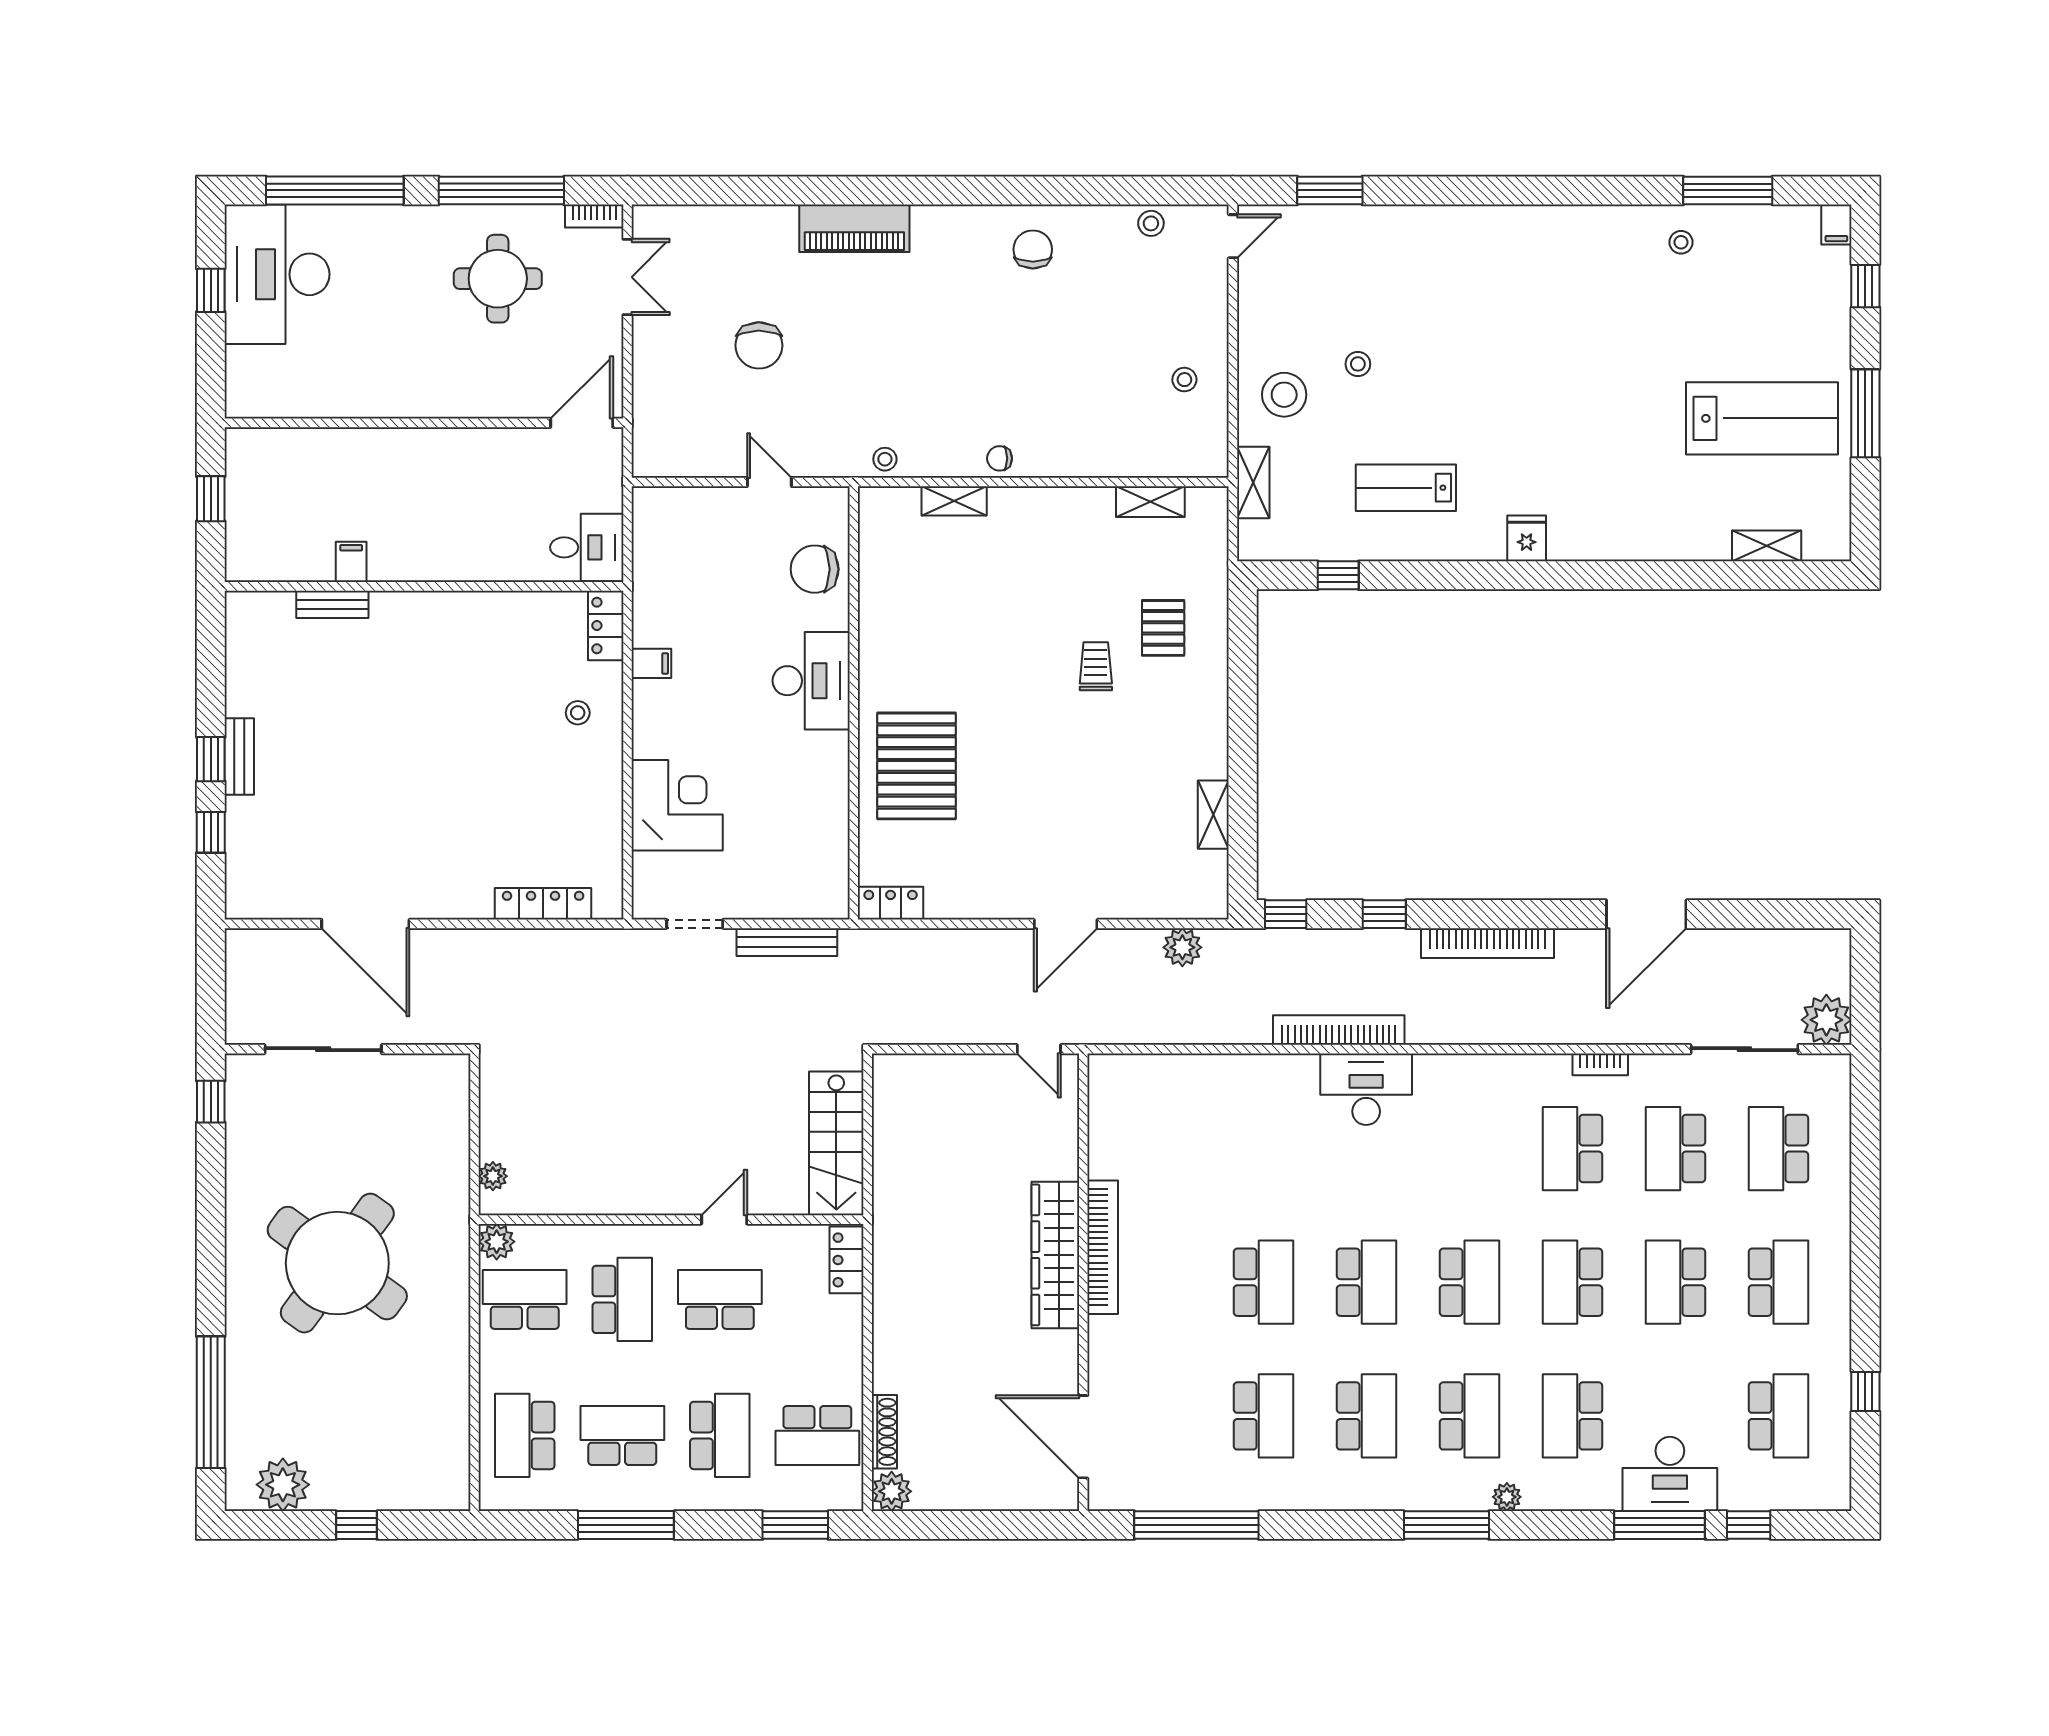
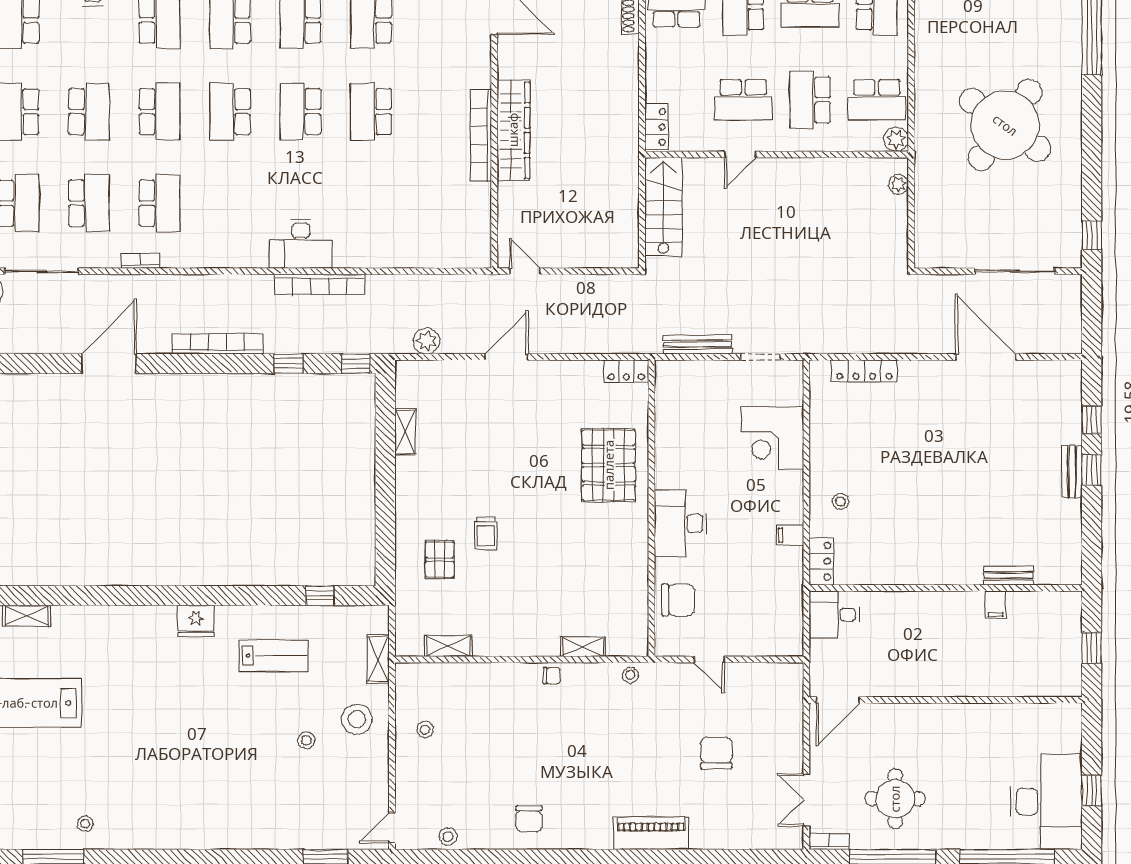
fridge: (1527, 538) -> (196, 621), width x1.38

